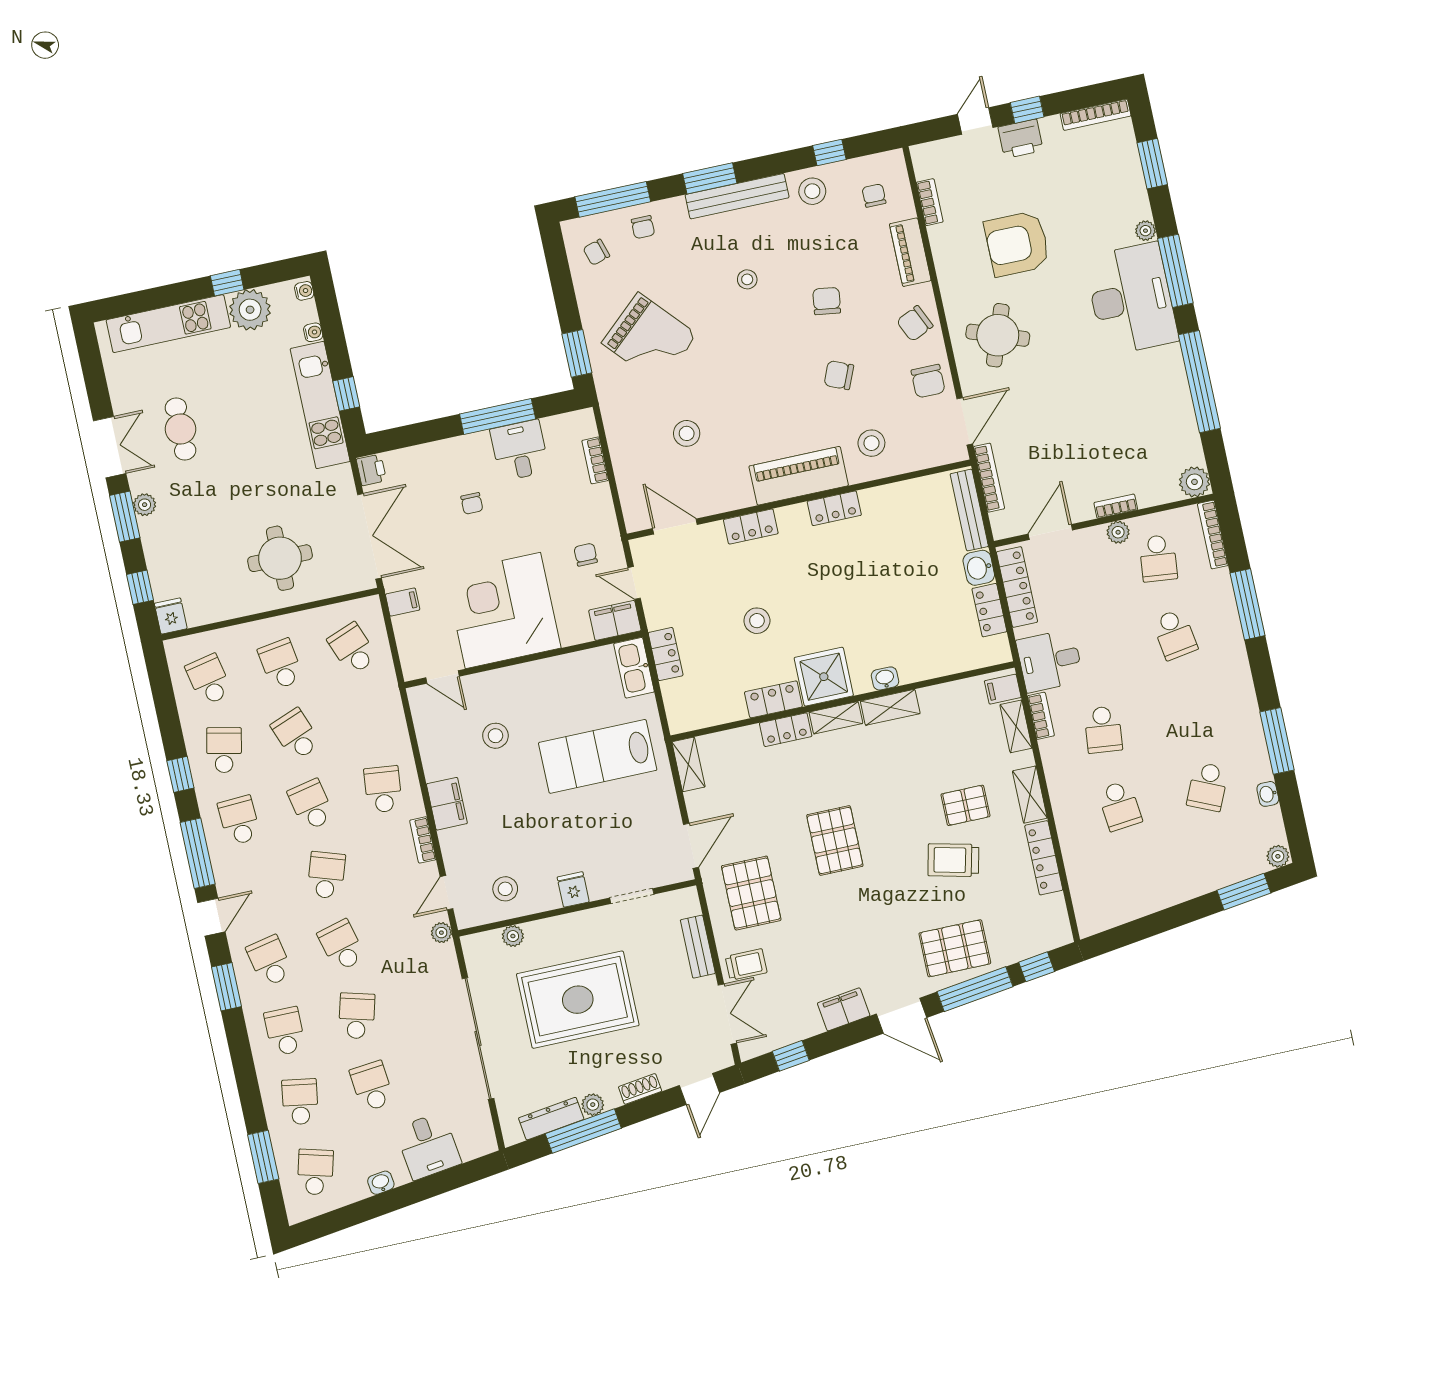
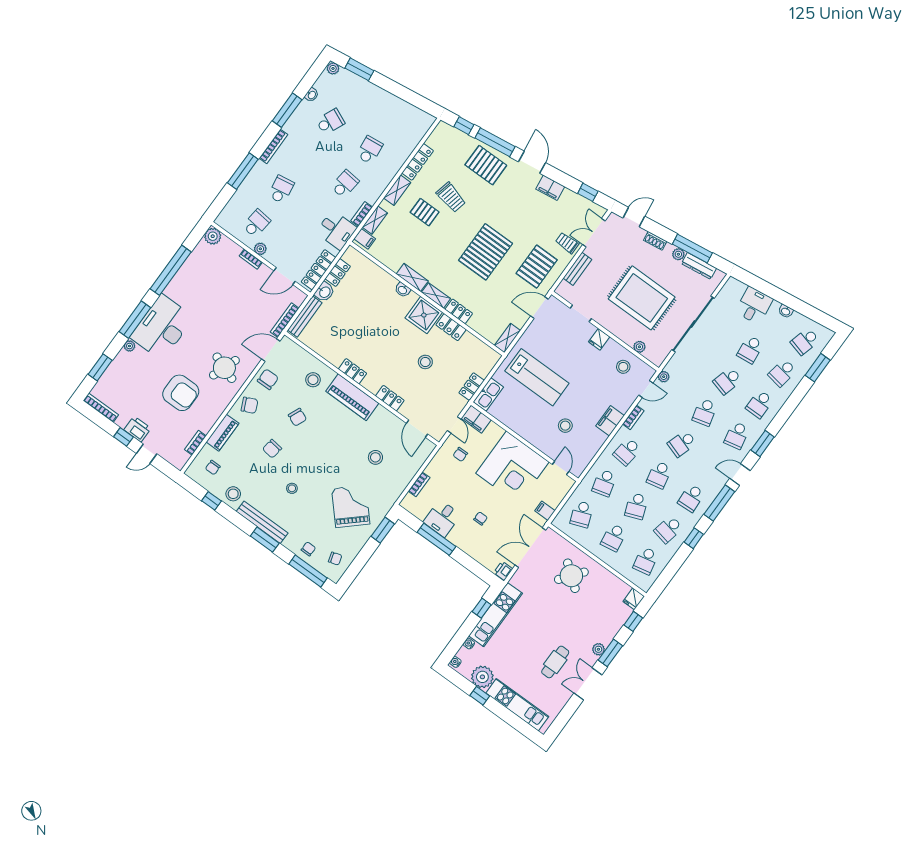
bookcase: (1213, 535) -> (273, 146), moved
round table: (280, 558) -> (571, 576), turned 38
school desk: (368, 719) -> (604, 483), added
pallet: (835, 840) -> (486, 252), width x1.37, depth x1.41

